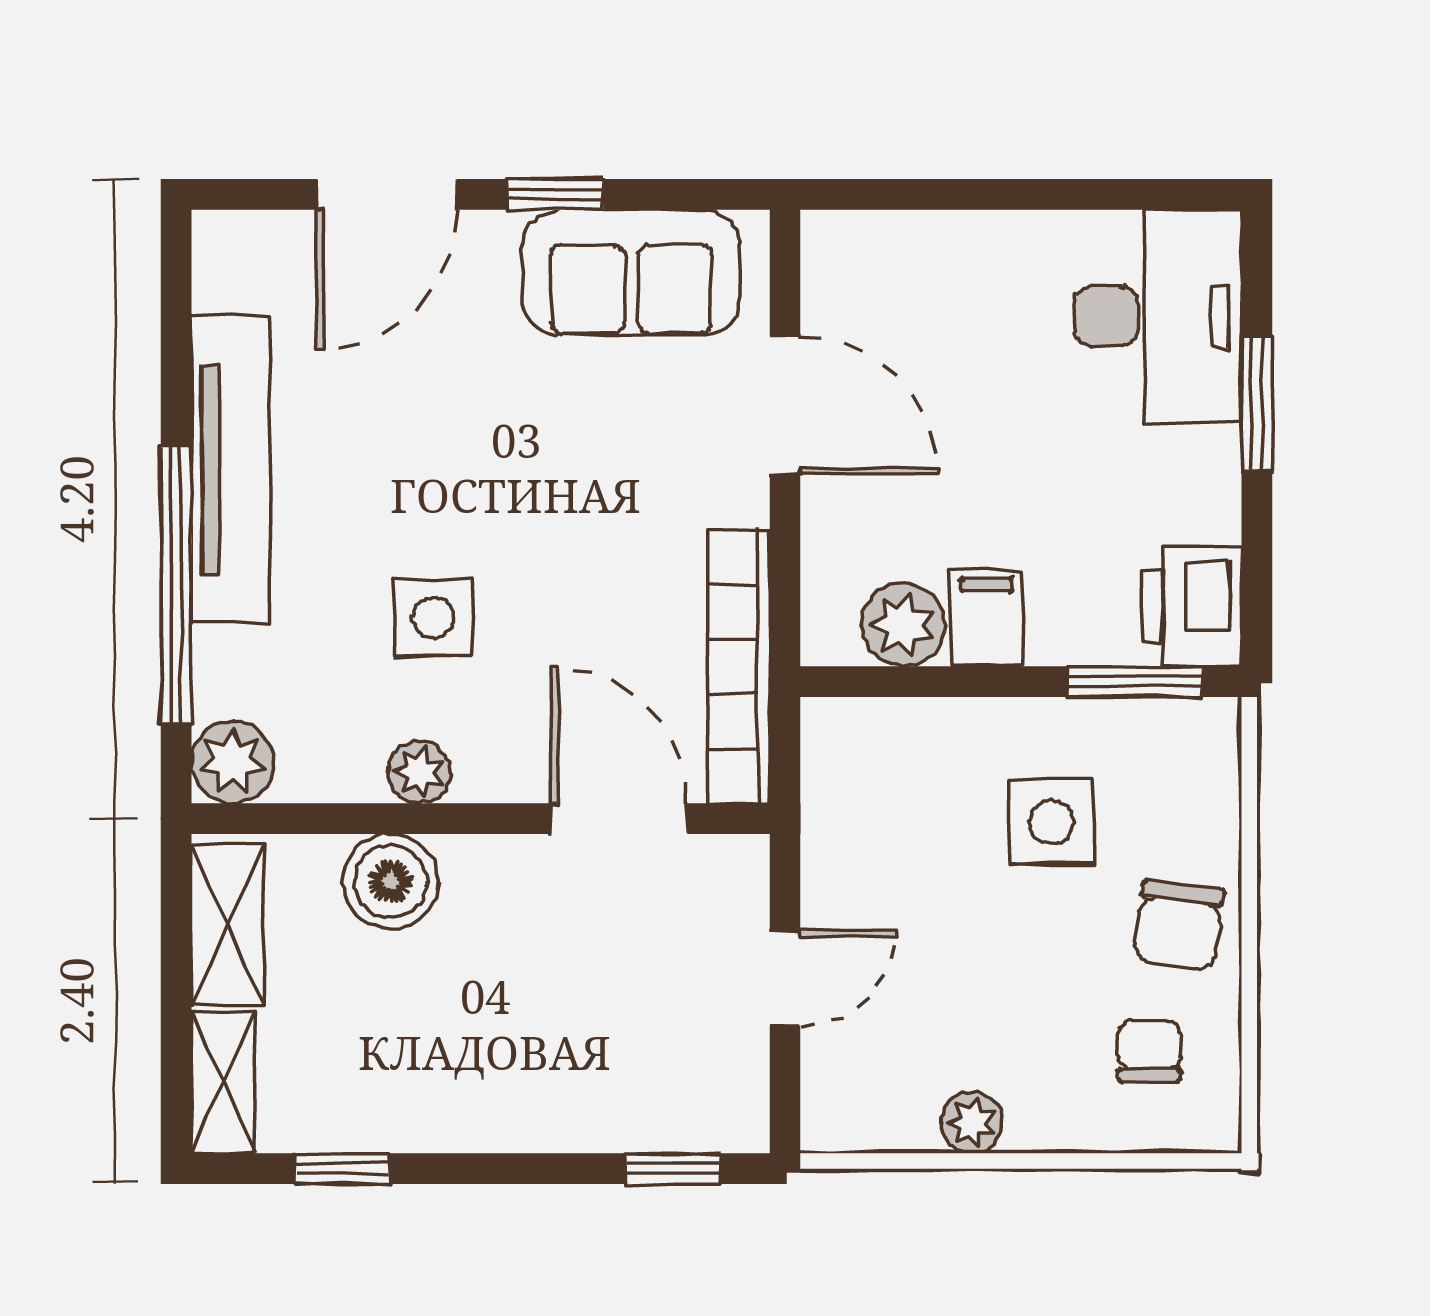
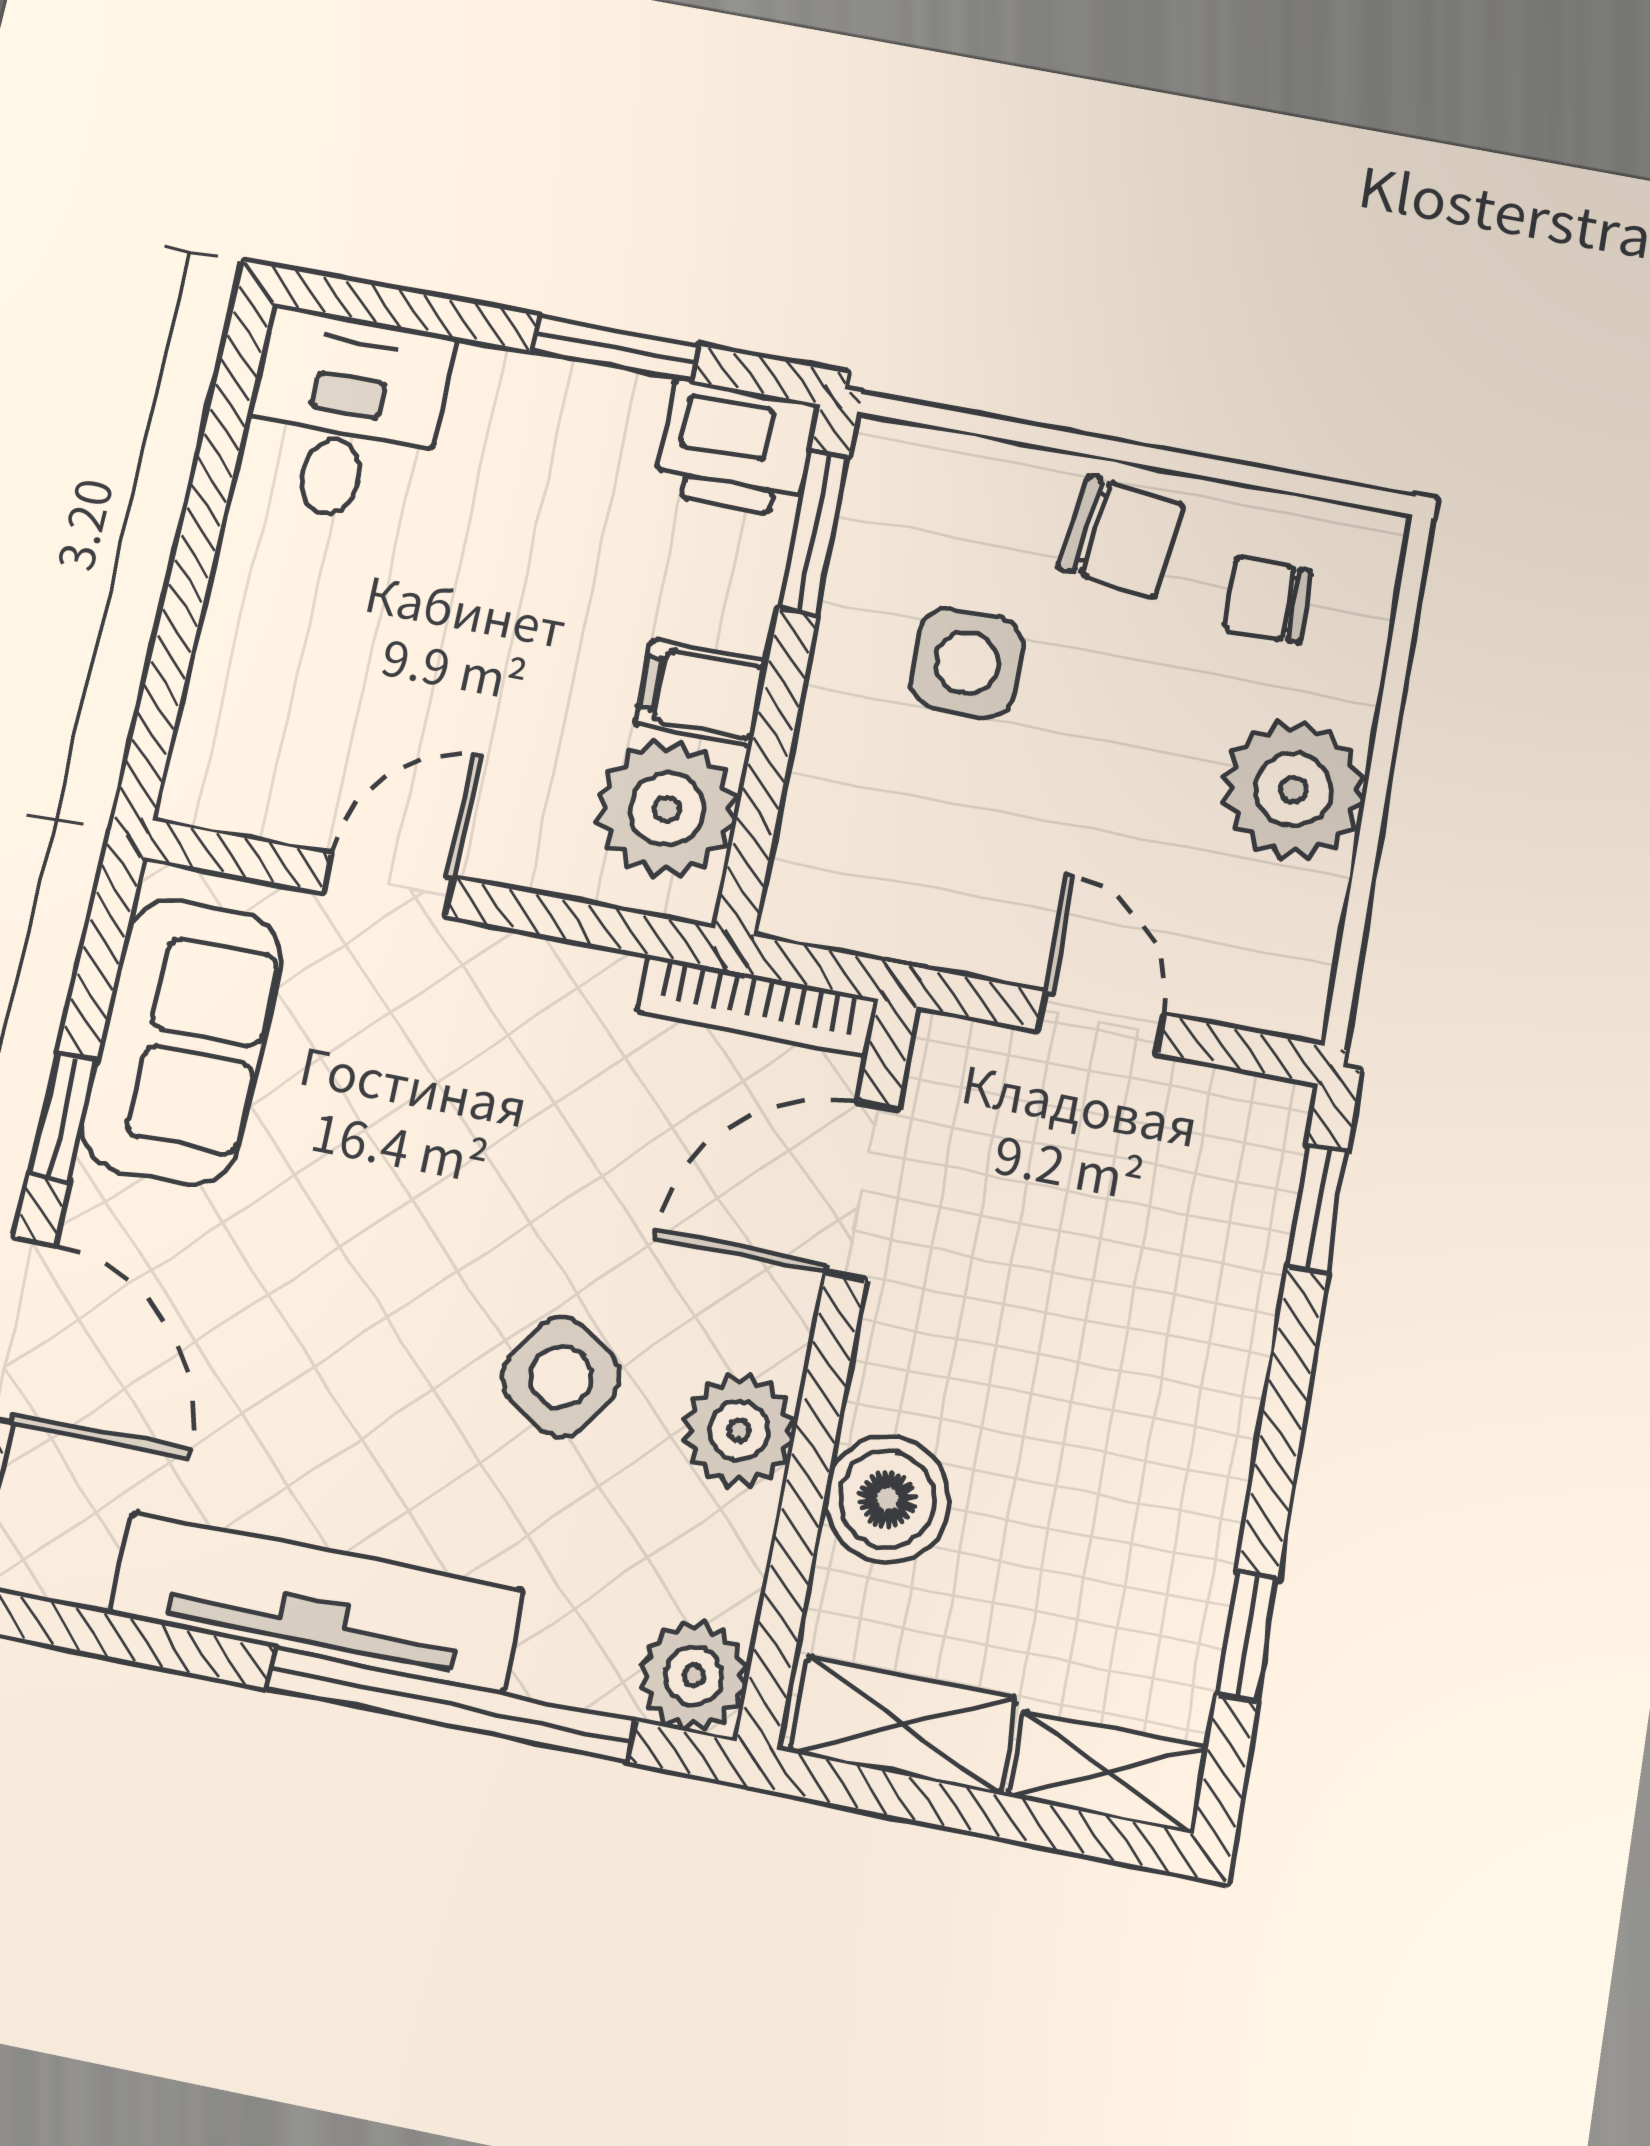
desk: (1158, 316) -> (344, 416), width x0.73
window: (1257, 404) -> (616, 348), moved
door: (785, 406) -> (389, 885), width x0.73
side table: (433, 618) -> (561, 1377), turned 33
plant: (903, 625) -> (667, 809), width x1.36, depth x1.36
bookcase: (739, 667) -> (757, 1006), width x0.68, depth x0.76
plant: (419, 772) -> (739, 1430), width x1.38, depth x1.38
plant: (972, 1123) -> (1293, 789), width x1.87, depth x1.87

